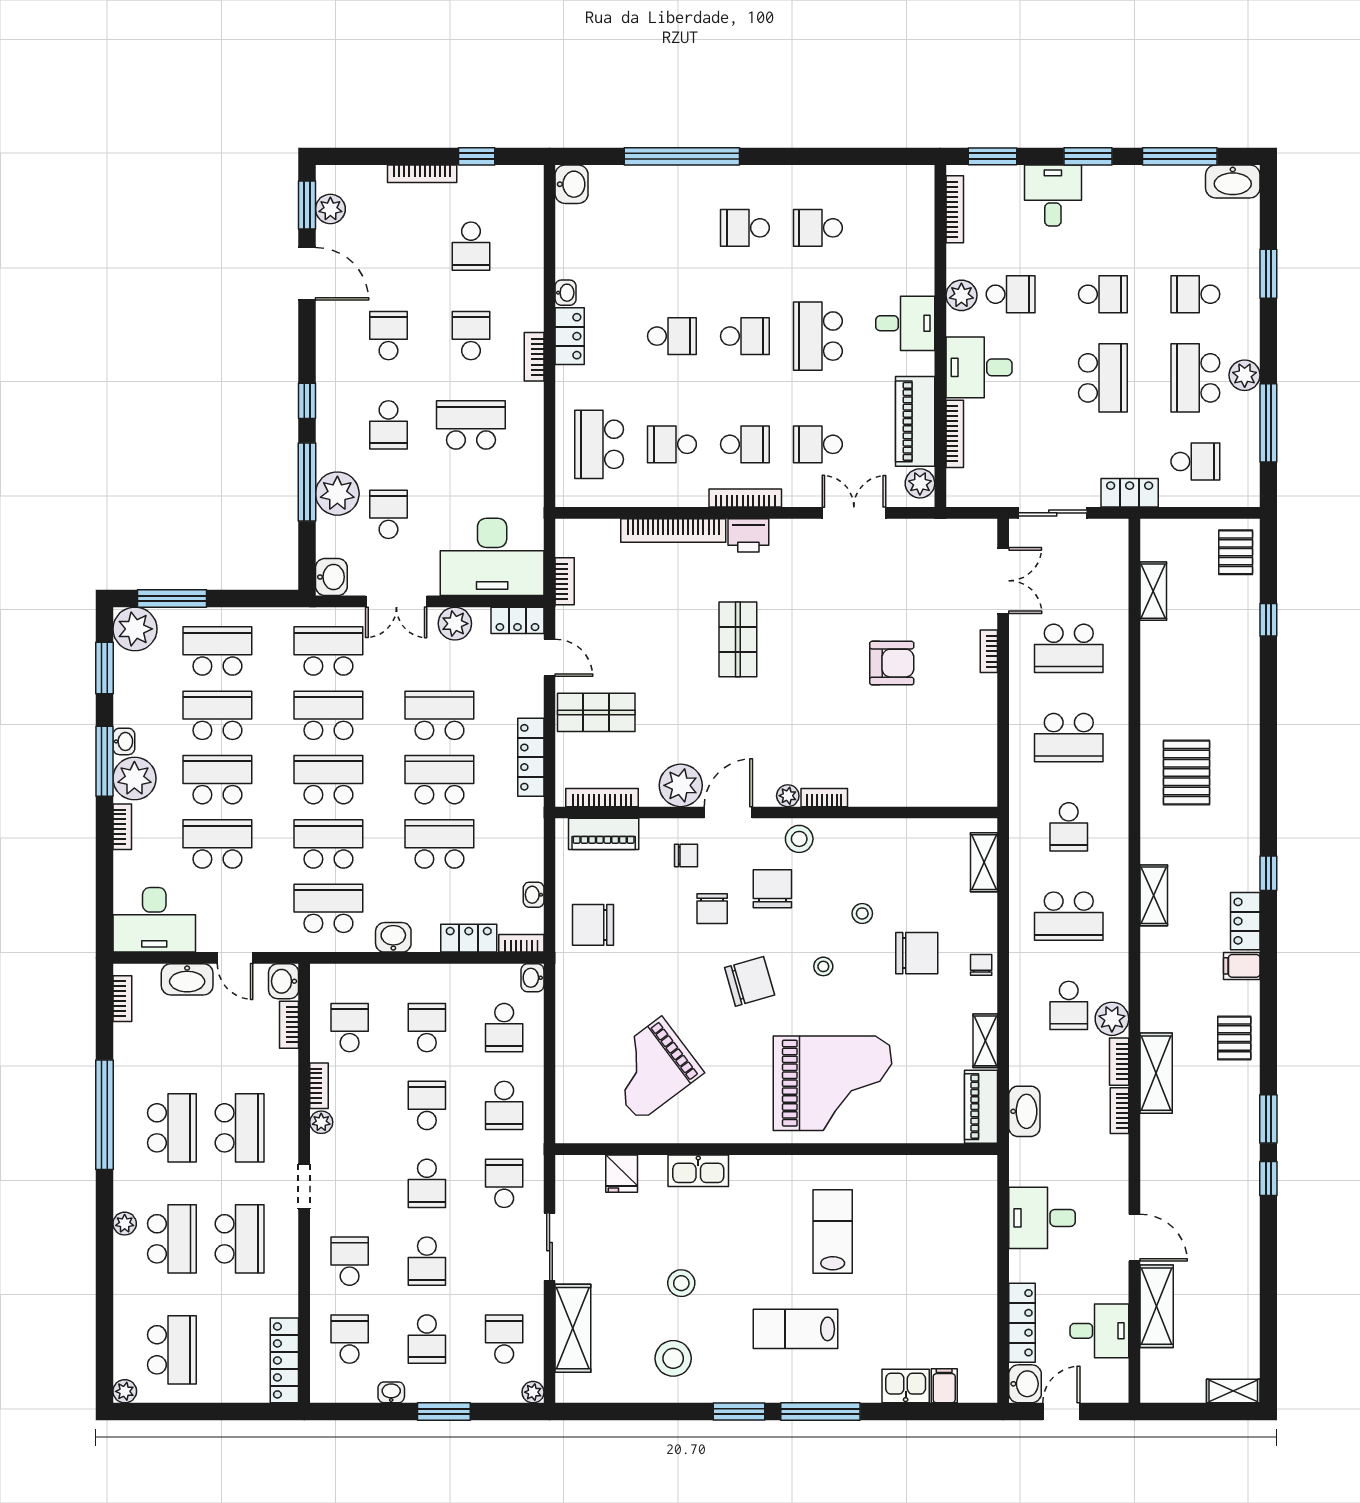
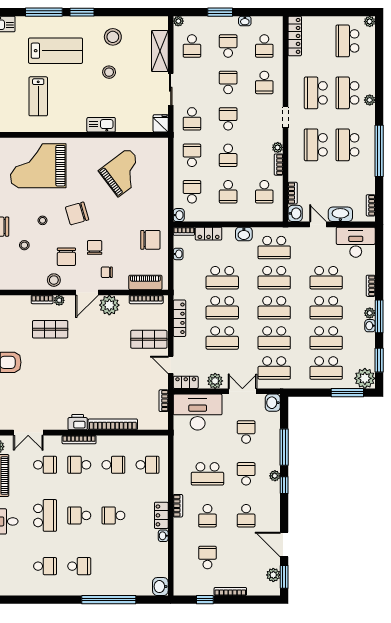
school desk: (599, 444) -> (148, 465), width x0.54
plant: (337, 494) -> (275, 476), moved, width x0.53, depth x0.53
school desk: (388, 514) -> (246, 432), turned 180
shop shelf: (738, 639) -> (50, 329), moved, turned 90
plant: (134, 778) -> (370, 313), width x0.53, depth x0.53
fridge: (622, 1174) -> (161, 123), moved
lab bench: (795, 1329) -> (56, 51), width x1.36, depth x1.39

